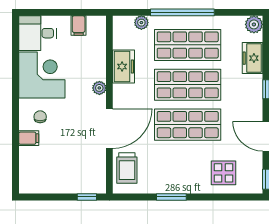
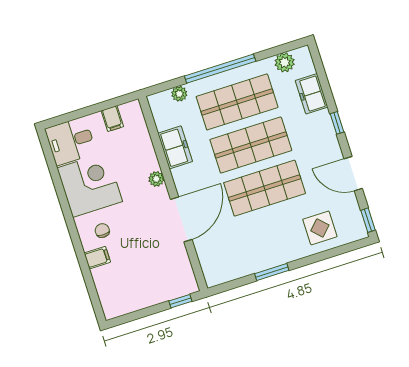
plant: (254, 24) -> (285, 62), moved
trolley: (127, 168) -> (214, 256), removed

